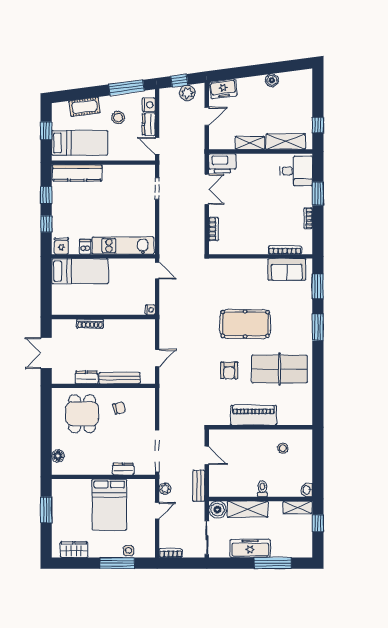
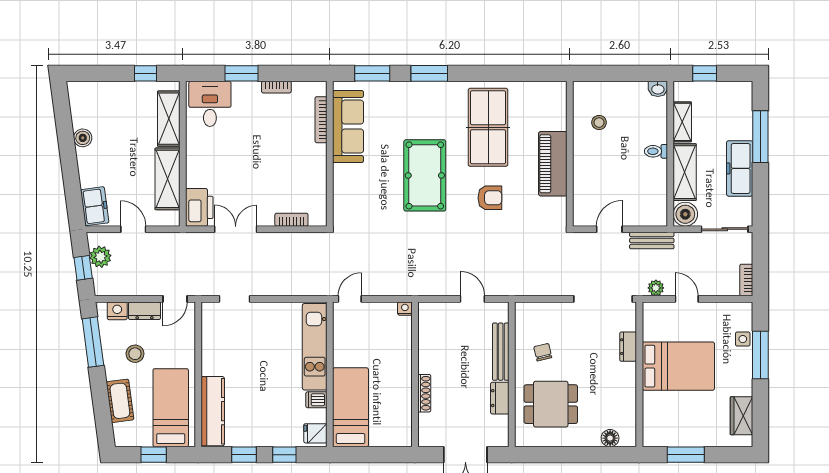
shelving: (250, 143) -> (167, 179), width x1.50, depth x1.33
sofa: (287, 269) -> (348, 127), width x1.36
shelving: (297, 507) -> (682, 122), moved

